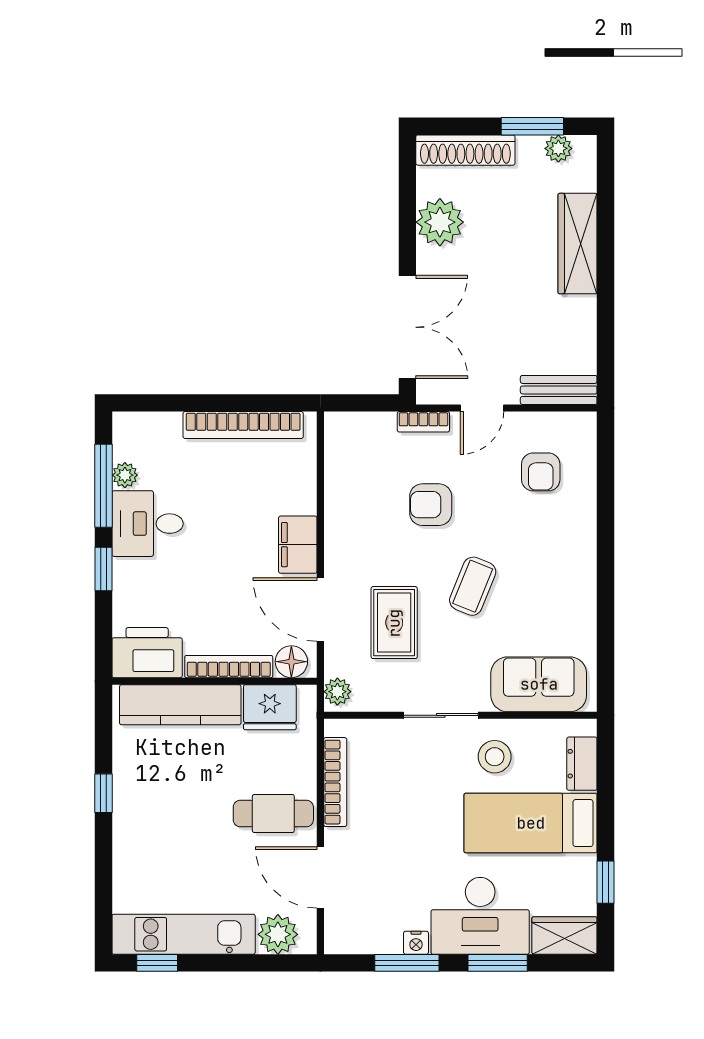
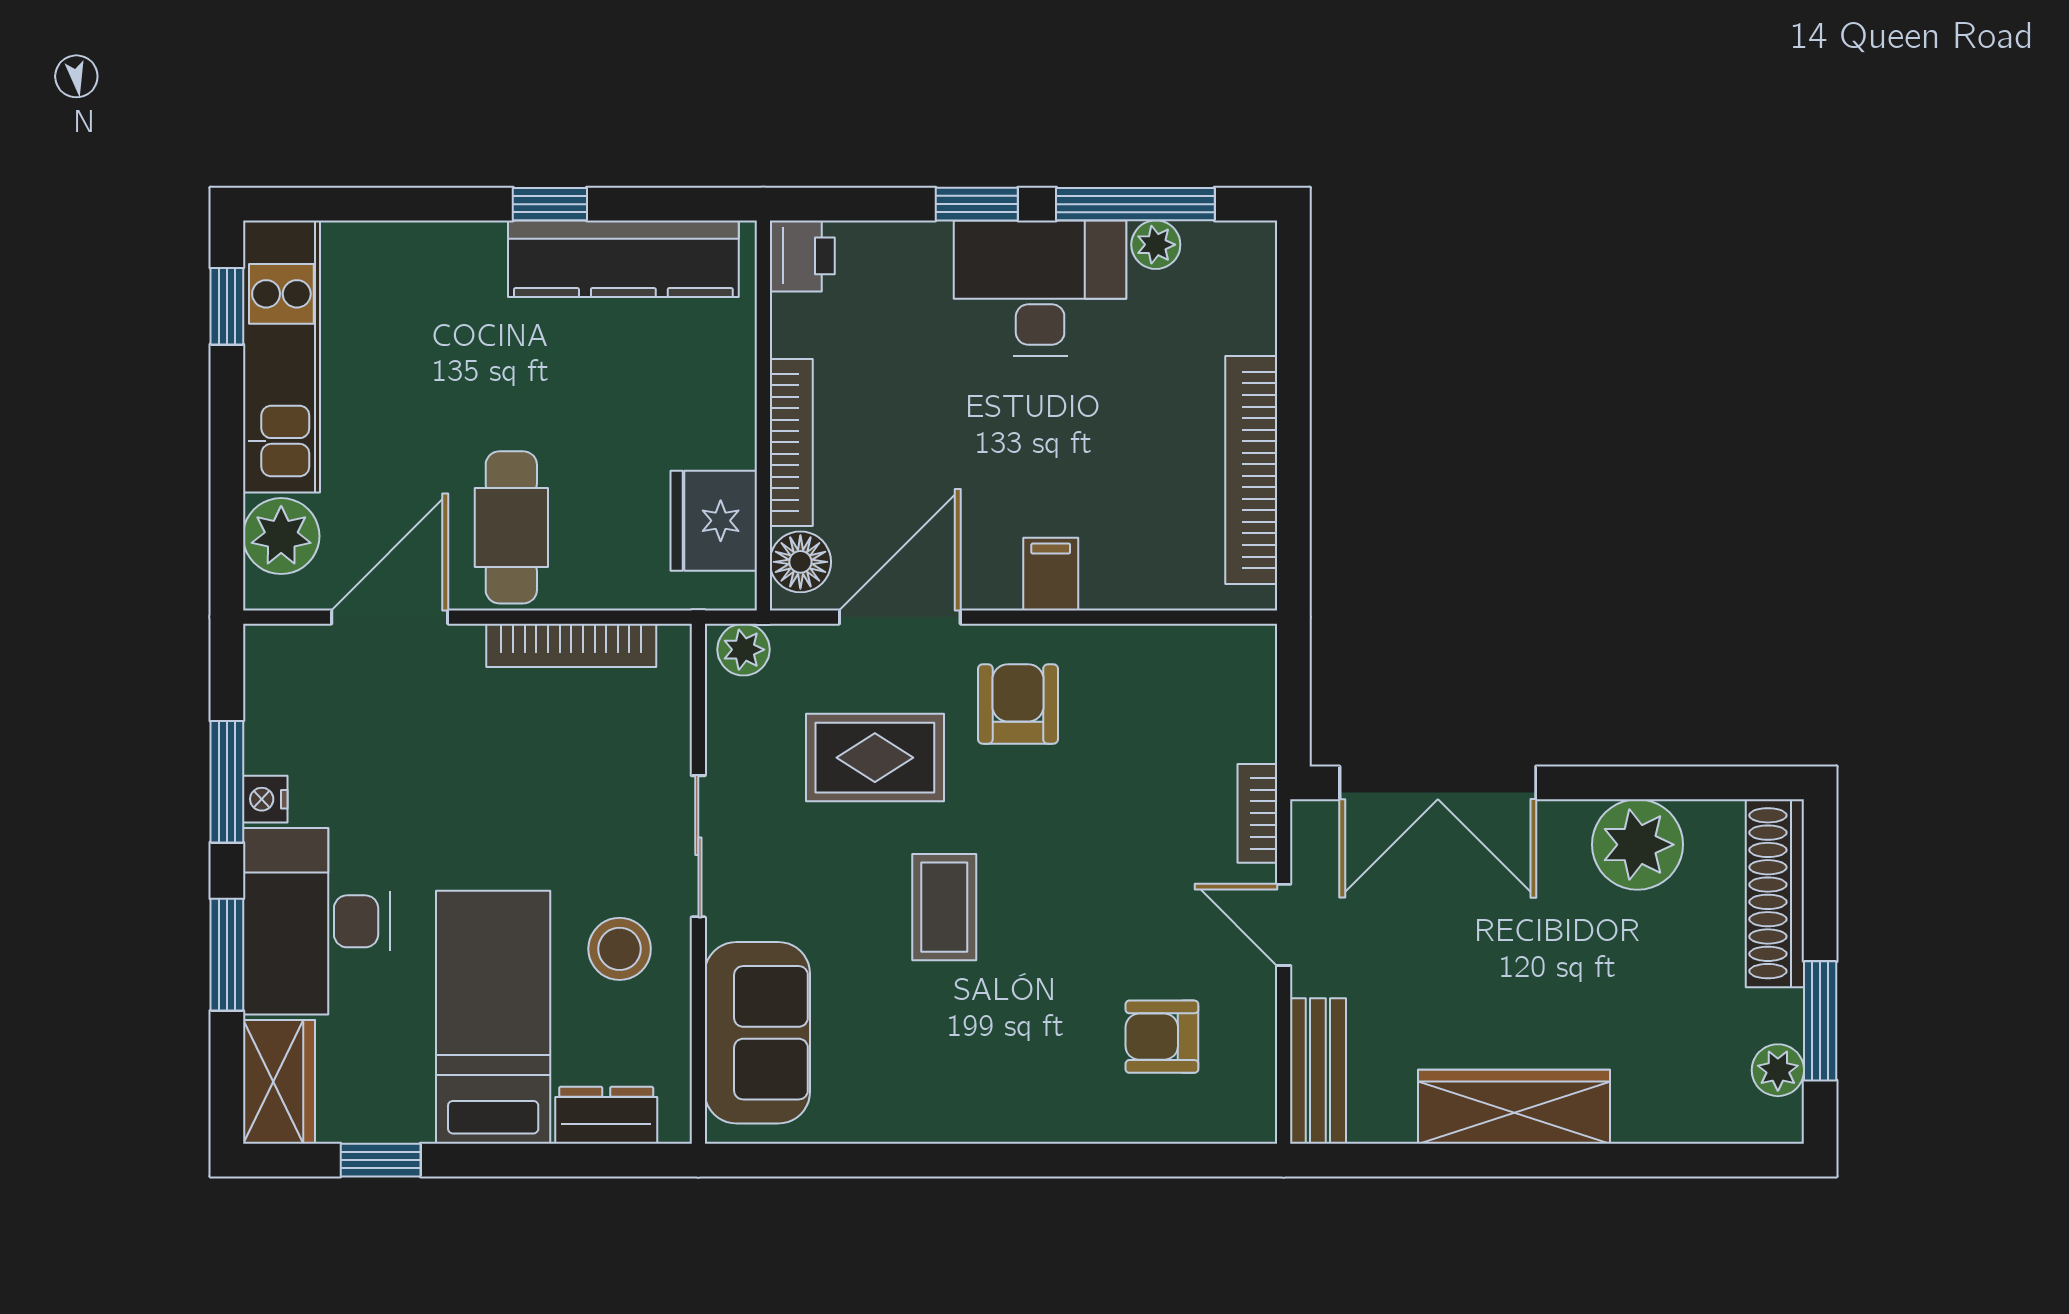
wardrobe: (578, 244) -> (1514, 1107), moved
armchair: (431, 505) -> (1018, 704), moved
desk: (148, 524) -> (1040, 288), width x1.37
filing cabinet: (298, 545) -> (1051, 574), width x0.50
coffee table: (473, 586) -> (944, 907), turned 68
printer: (147, 653) -> (802, 256), width x0.53, depth x0.68
kitchen counter: (180, 705) -> (623, 259), moved, turned -90

